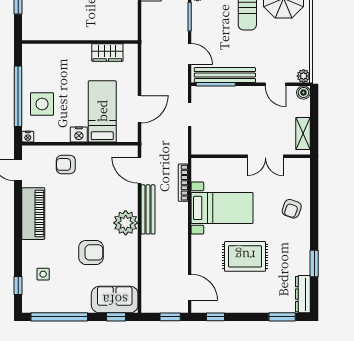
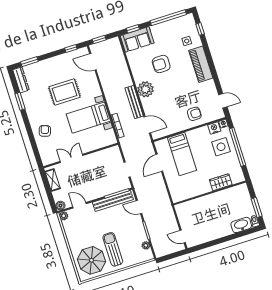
wardrobe: (107, 52) -> (221, 182), moved
nightstand: (79, 134) -> (214, 128), moved
piano: (33, 214) -> (201, 64), moved

